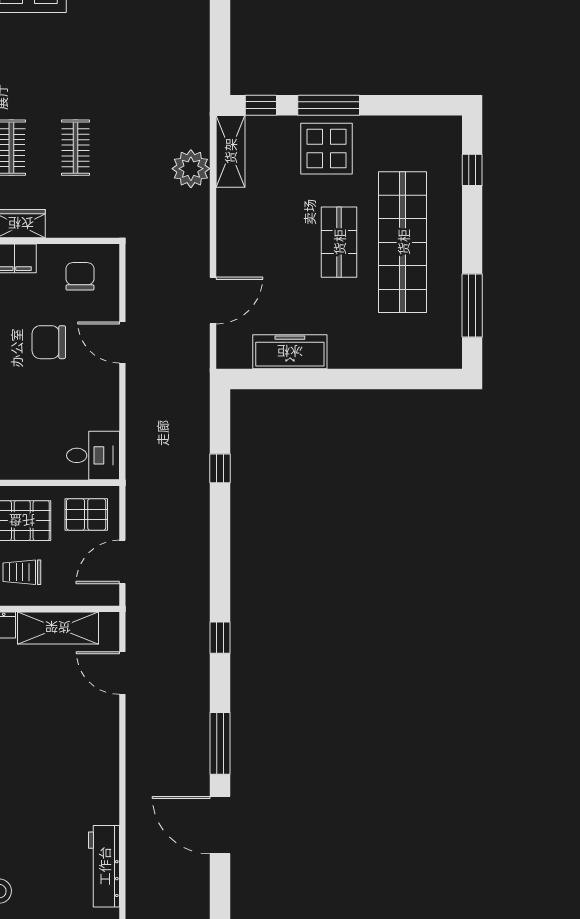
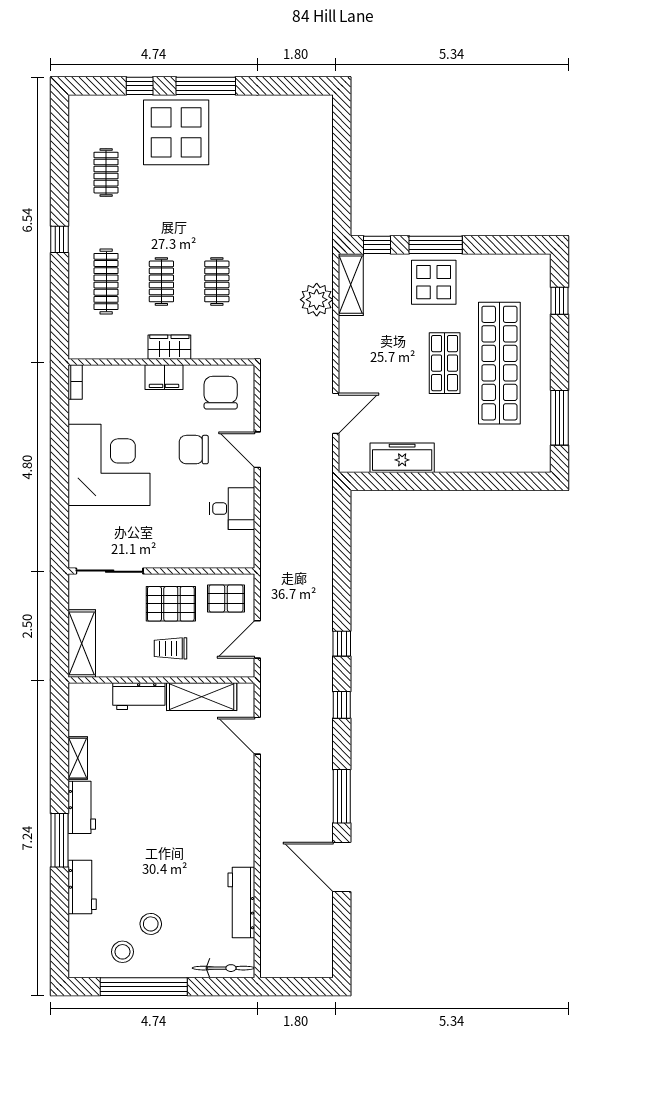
chair: (80, 276) -> (221, 393), width x1.37, depth x1.37
desk: (93, 455) -> (232, 509), moved
window: (220, 468) -> (342, 644), moved

